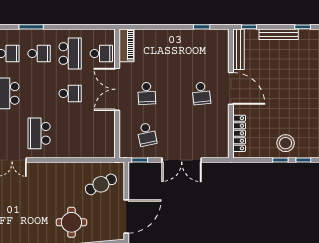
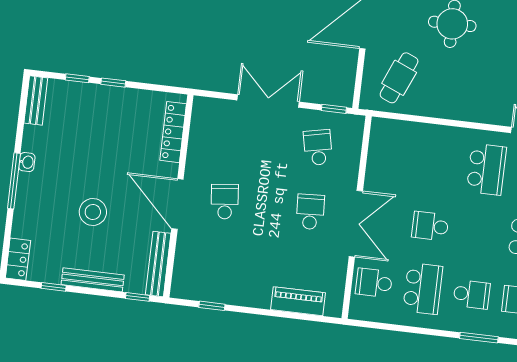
piano: (126, 45) -> (298, 301), moved, turned 90
school desk: (39, 53) -> (472, 294), turned 180
school desk: (70, 53) -> (423, 289), turned 180
stool: (286, 143) -> (93, 212), moved
cafe table: (101, 184) -> (399, 78), turned -41

